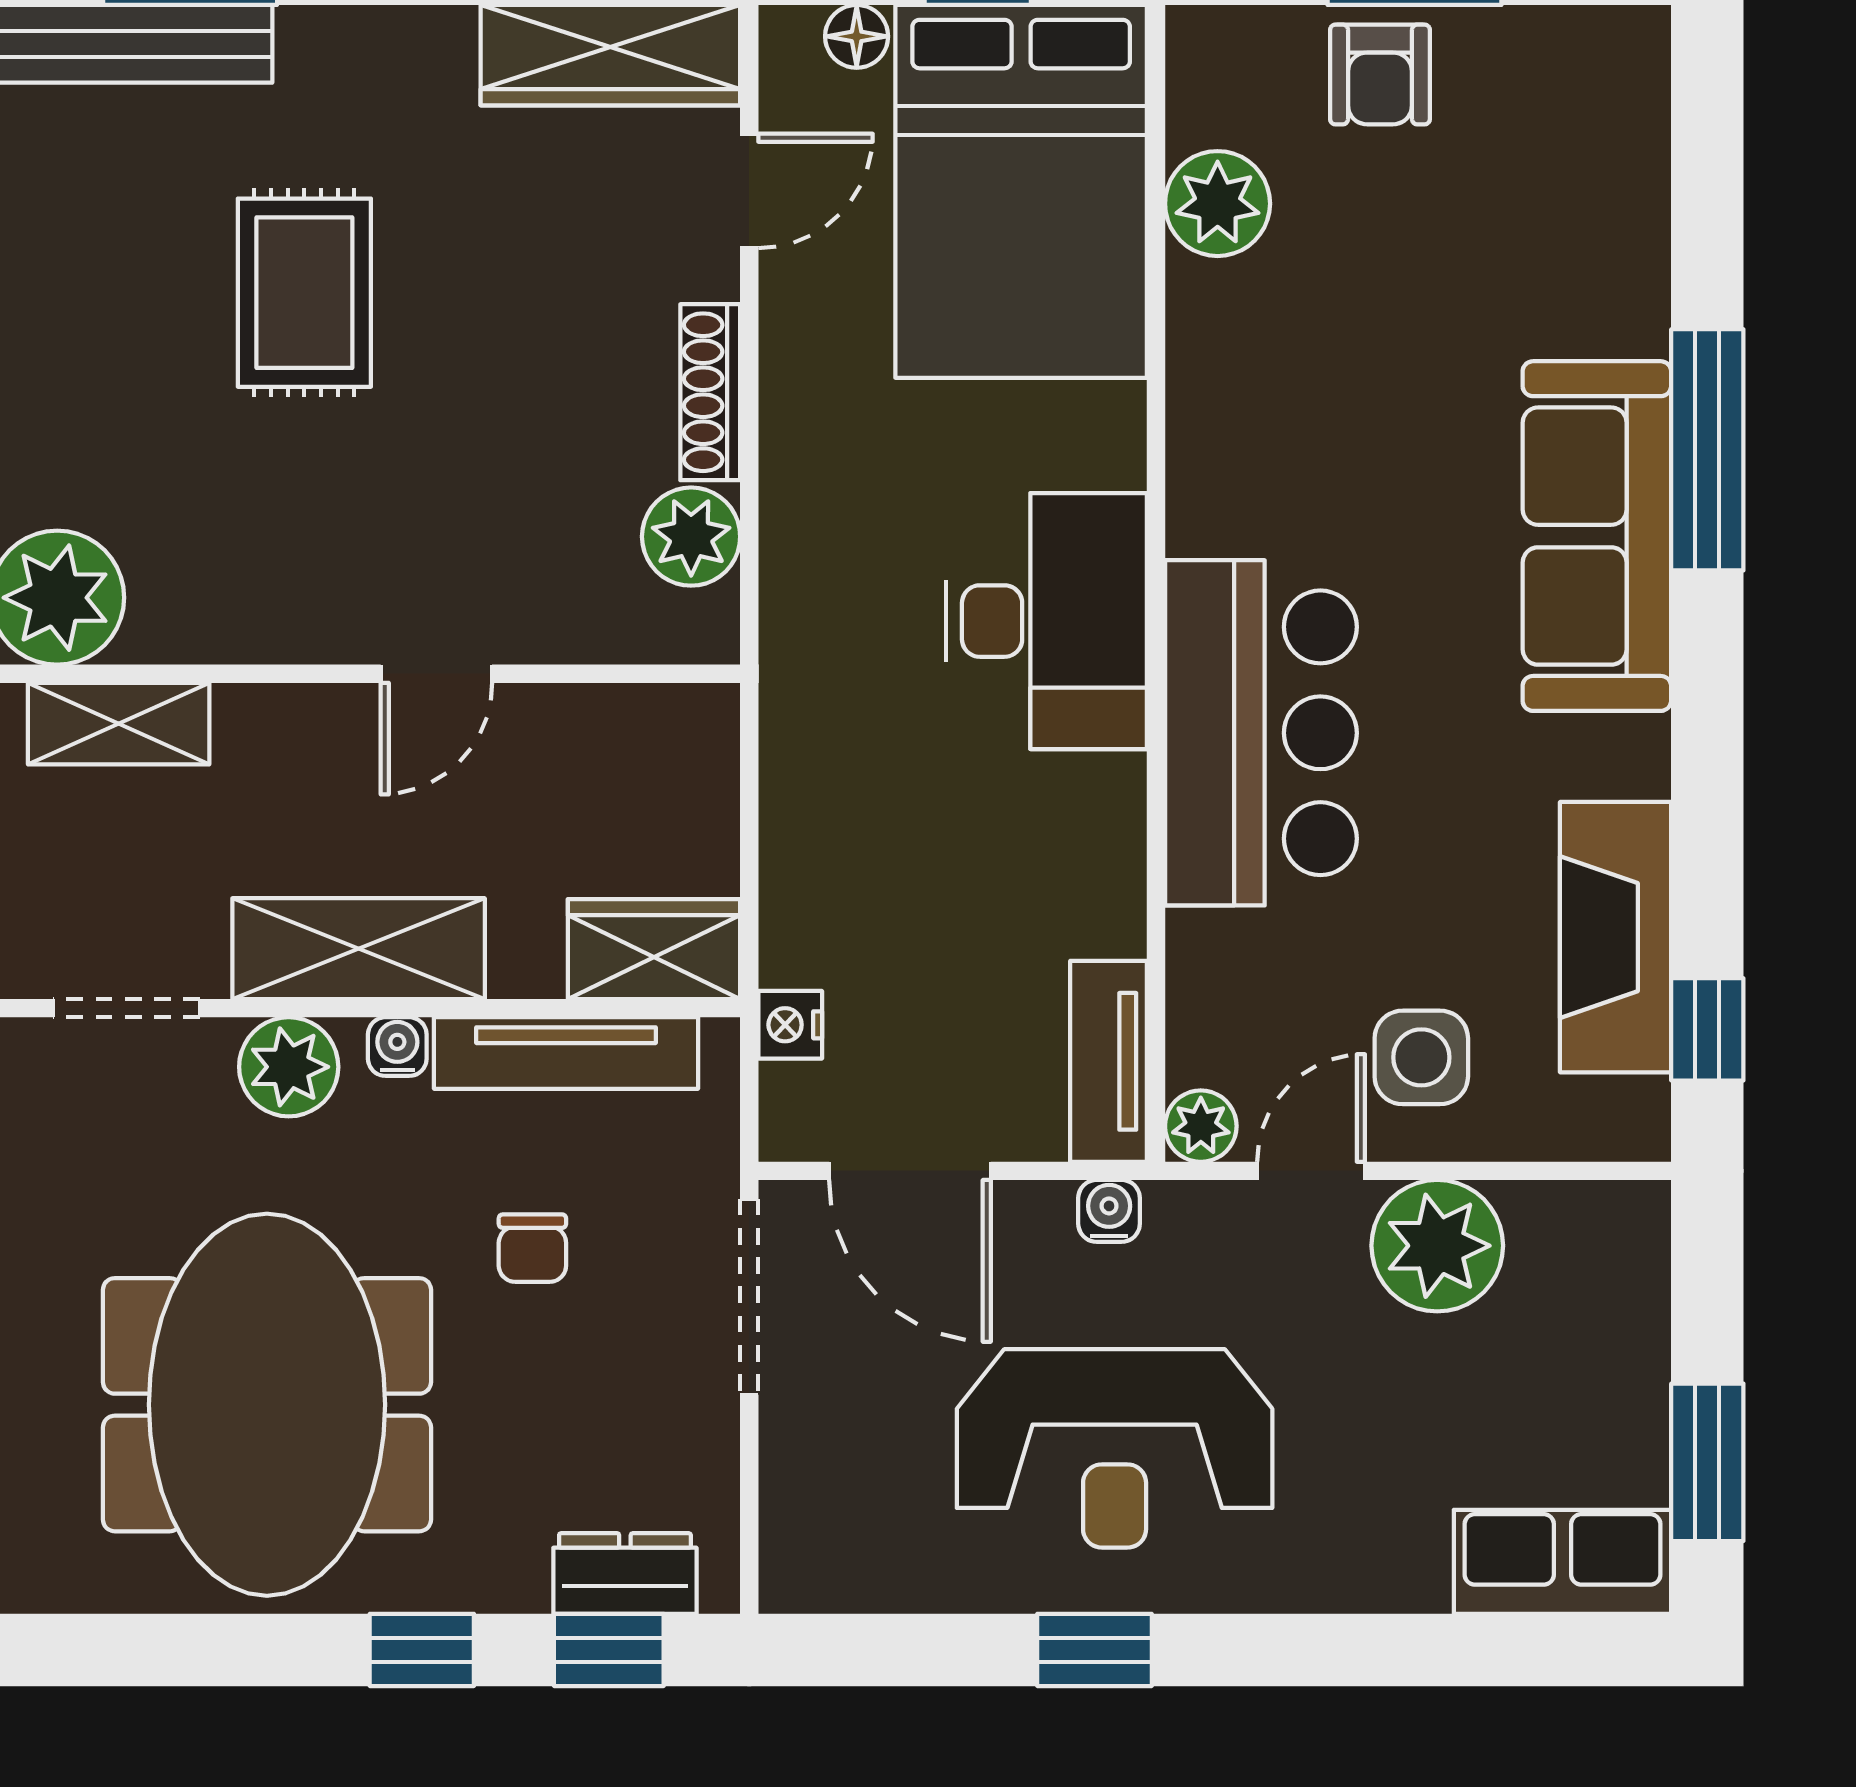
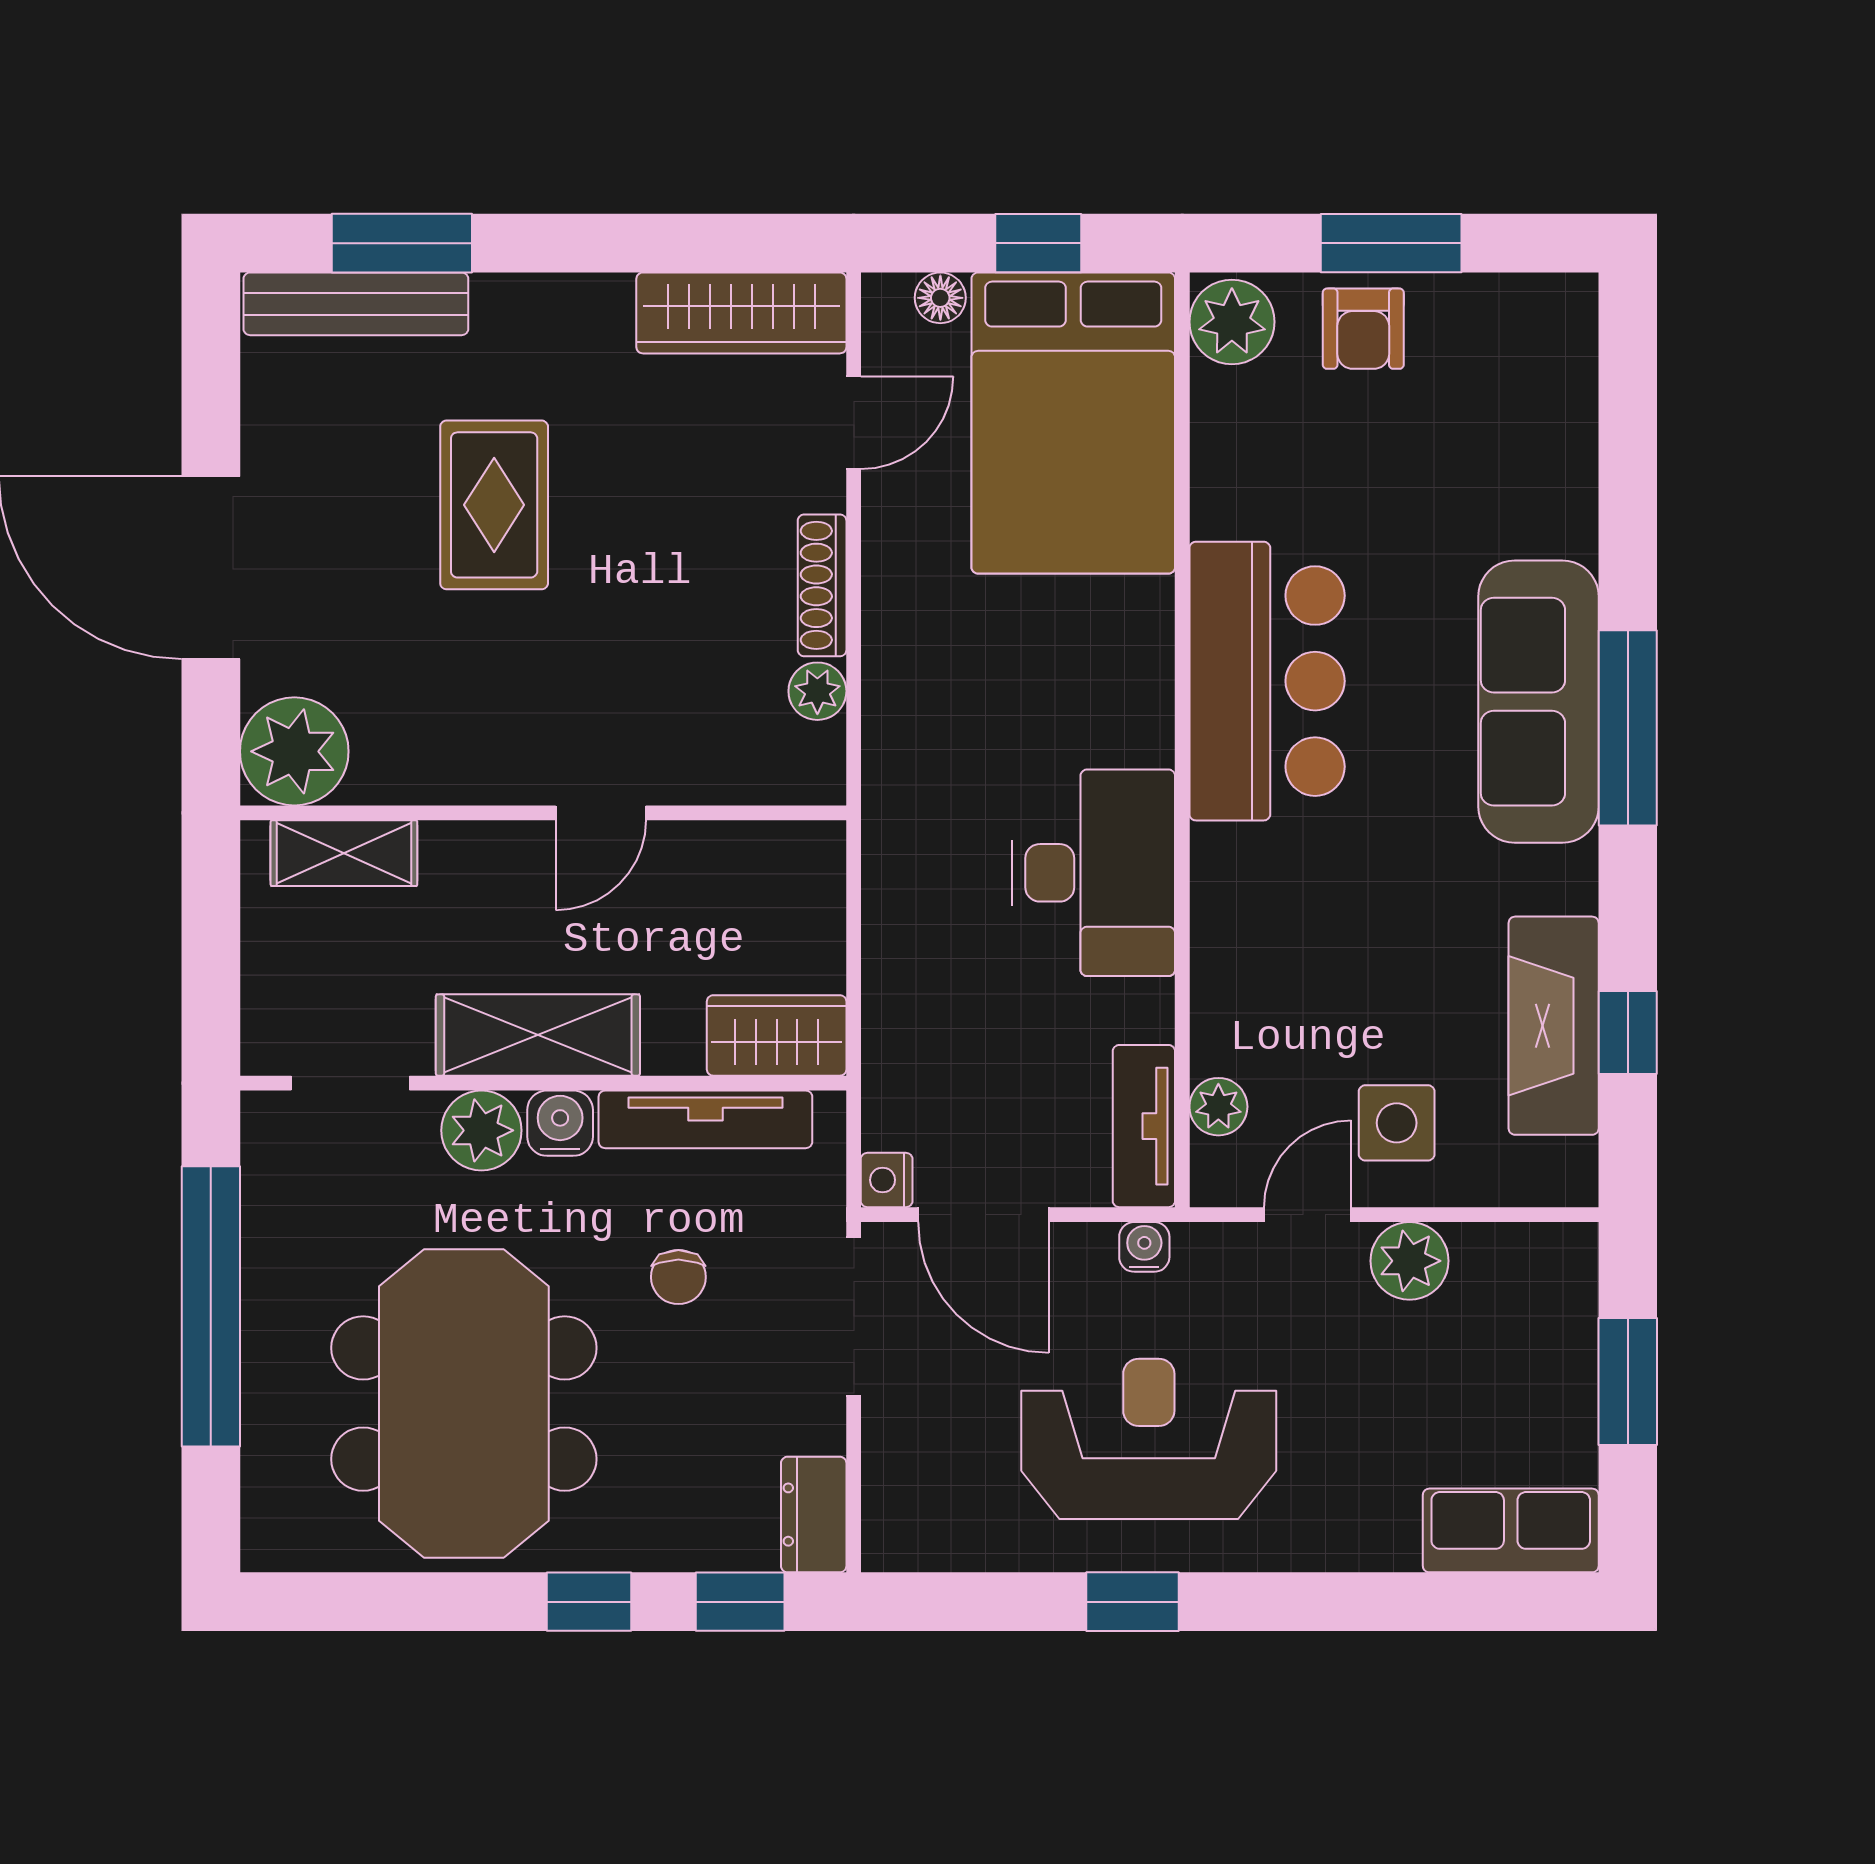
plant: (1218, 204) -> (1232, 322), moved
window: (1707, 450) -> (1628, 728), moved
plant: (691, 537) -> (817, 691), width x0.73, depth x0.73
desk: (1046, 621) -> (1094, 873), moved
bar counter: (1261, 733) -> (1267, 681), moved
nightstand: (790, 1025) -> (887, 1180), moved
window: (1707, 1029) -> (1628, 1033), moved
water cooler: (397, 1047) -> (560, 1123), width x1.38, depth x1.38
plant: (1201, 1126) -> (1218, 1107), moved
plant: (1437, 1246) -> (1410, 1261), width x0.73, depth x0.73
reception desk: (1115, 1448) -> (1149, 1439), turned 180
window: (1707, 1462) -> (1628, 1382), moved
dresser: (625, 1573) -> (814, 1515), moved, turned -90

